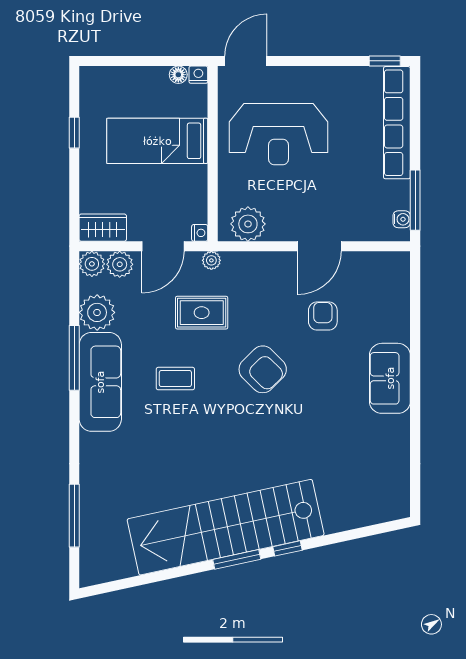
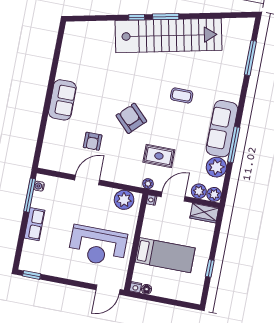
row of seats: (397, 123) -> (34, 224), width x0.50
reception desk: (278, 134) -> (98, 246), turned 180
coffee table: (175, 379) -> (182, 95), moved

